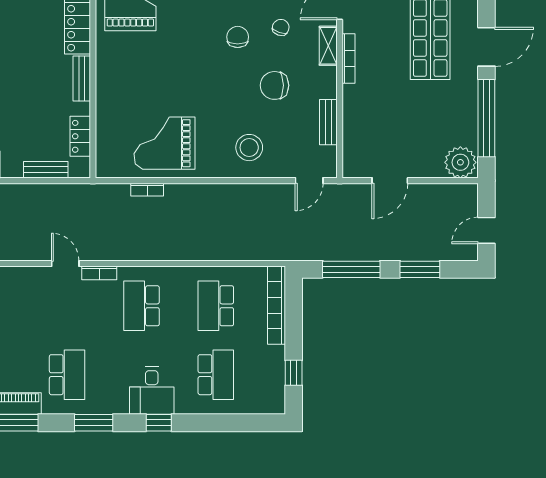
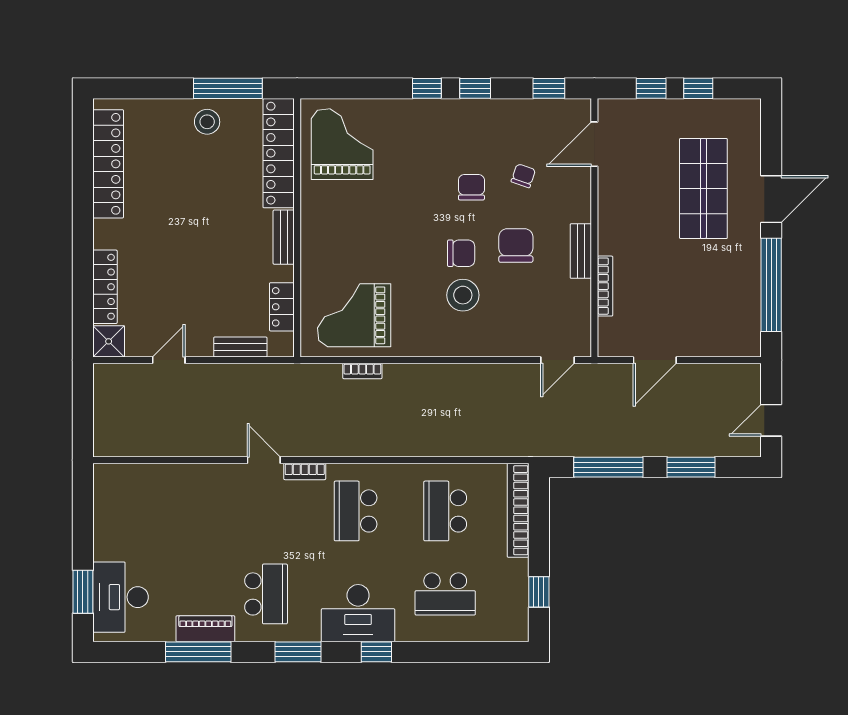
shelving: (328, 46) -> (581, 198), removed
bookcase: (349, 59) -> (605, 286), moved
chair: (275, 85) -> (516, 246), turned 90
chair: (229, 92) -> (461, 253), added
bench: (328, 122) -> (581, 251), moved
grand piano: (165, 143) -> (354, 315), moved
stool: (249, 148) -> (463, 295), moved
plant: (460, 162) -> (740, 338), removed
school desk: (216, 375) -> (445, 594), turned 90
desk: (152, 391) -> (358, 613), width x1.37

